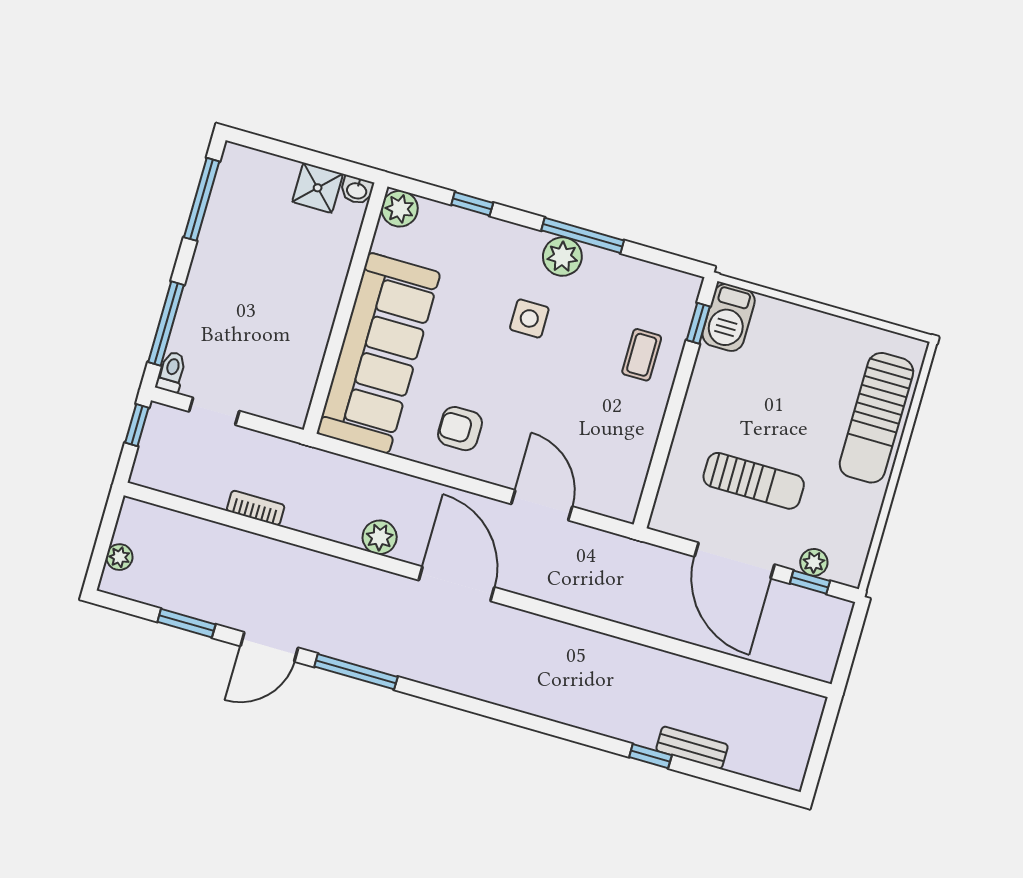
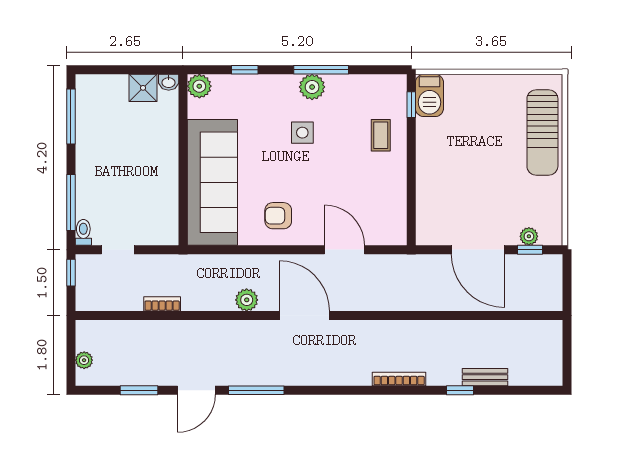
sun lounger: (754, 481) -> (475, 195), removed
bookcase: (567, 715) -> (399, 379), added

